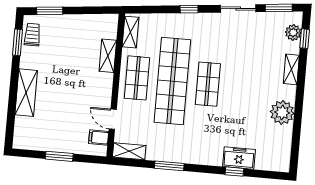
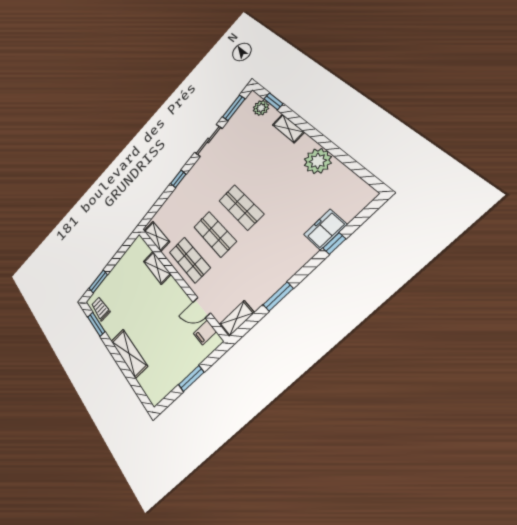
shop shelf: (172, 81) -> (215, 234), width x0.50, depth x0.74

